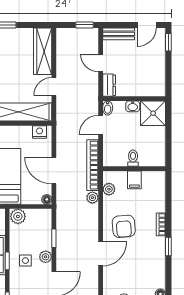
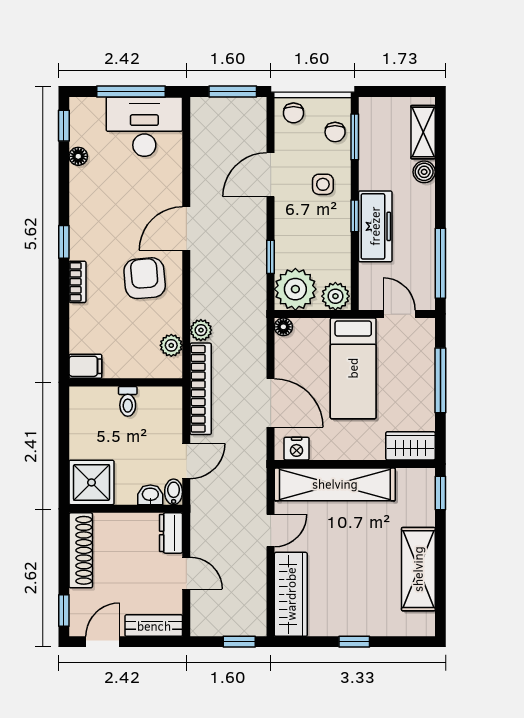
window: (85, 25) -> (239, 642), moved
shoe rack: (159, 76) -> (81, 550), added
washbasin: (133, 106) -> (150, 495), moved
door: (54, 171) -> (271, 403), moved
filing cabinet: (134, 180) -> (85, 366), moved, turned 90
plant: (46, 257) -> (295, 289), moved, width x1.88, depth x1.88
side table: (25, 261) -> (323, 184), moved

